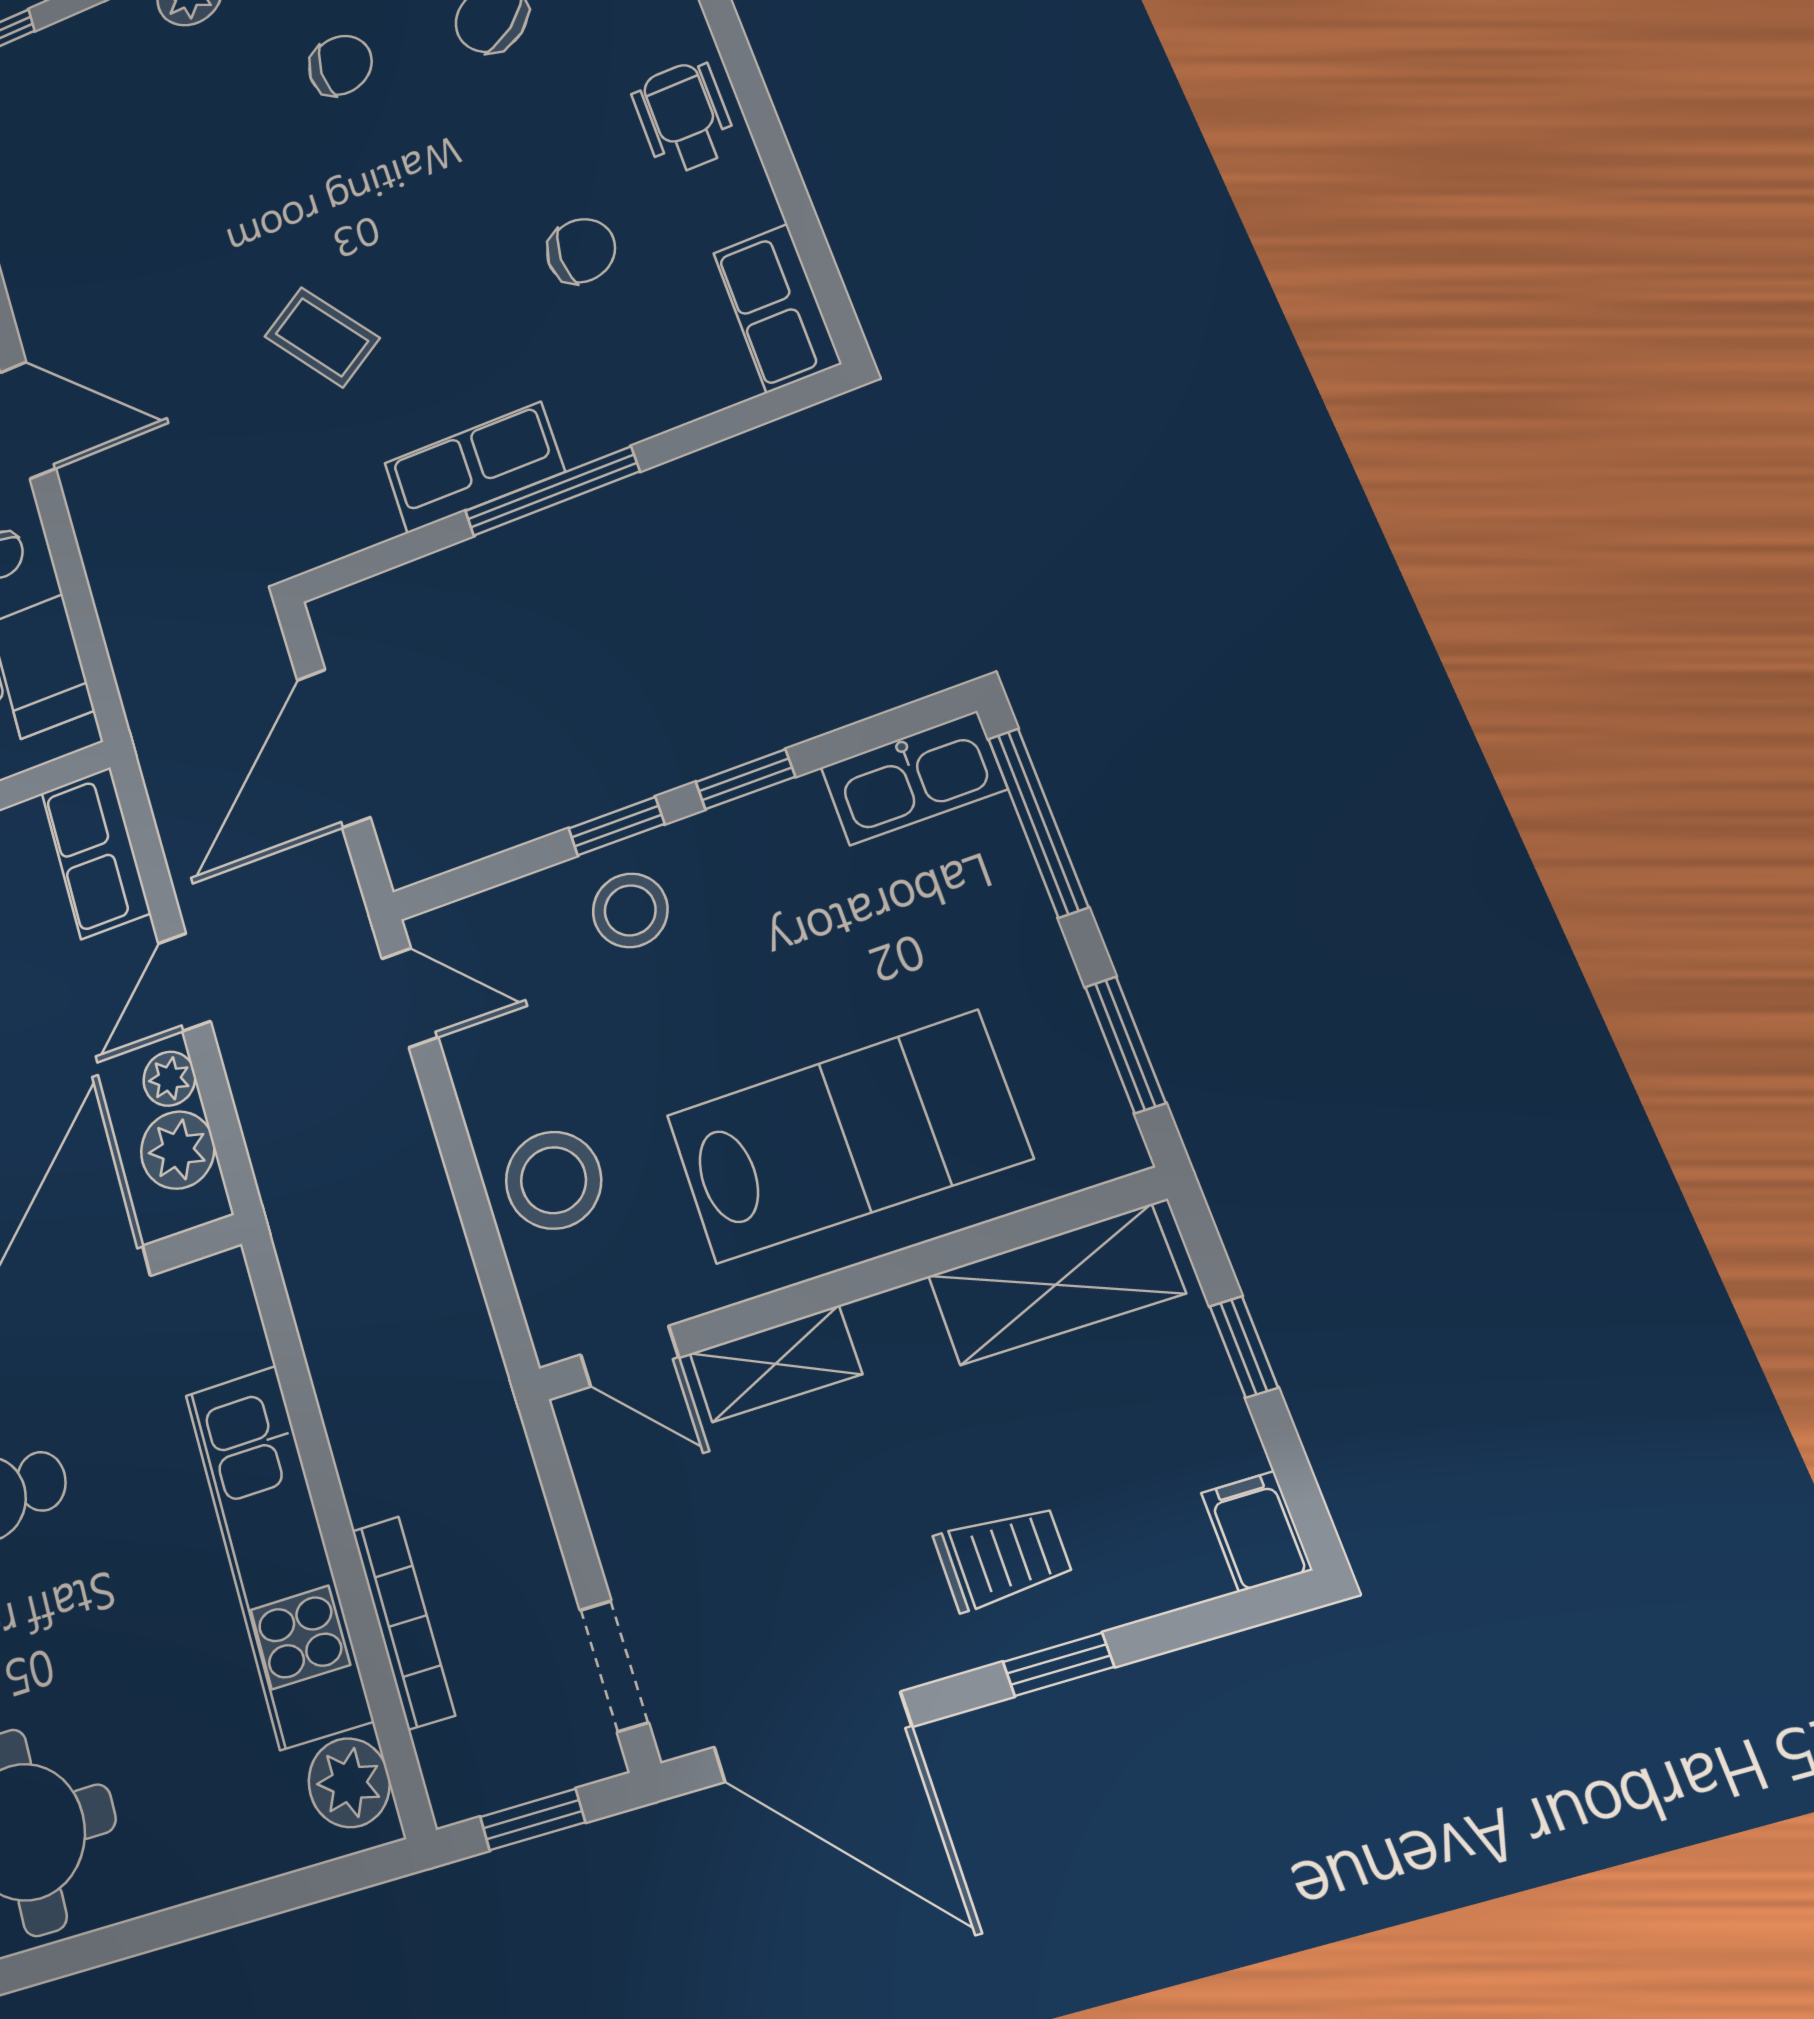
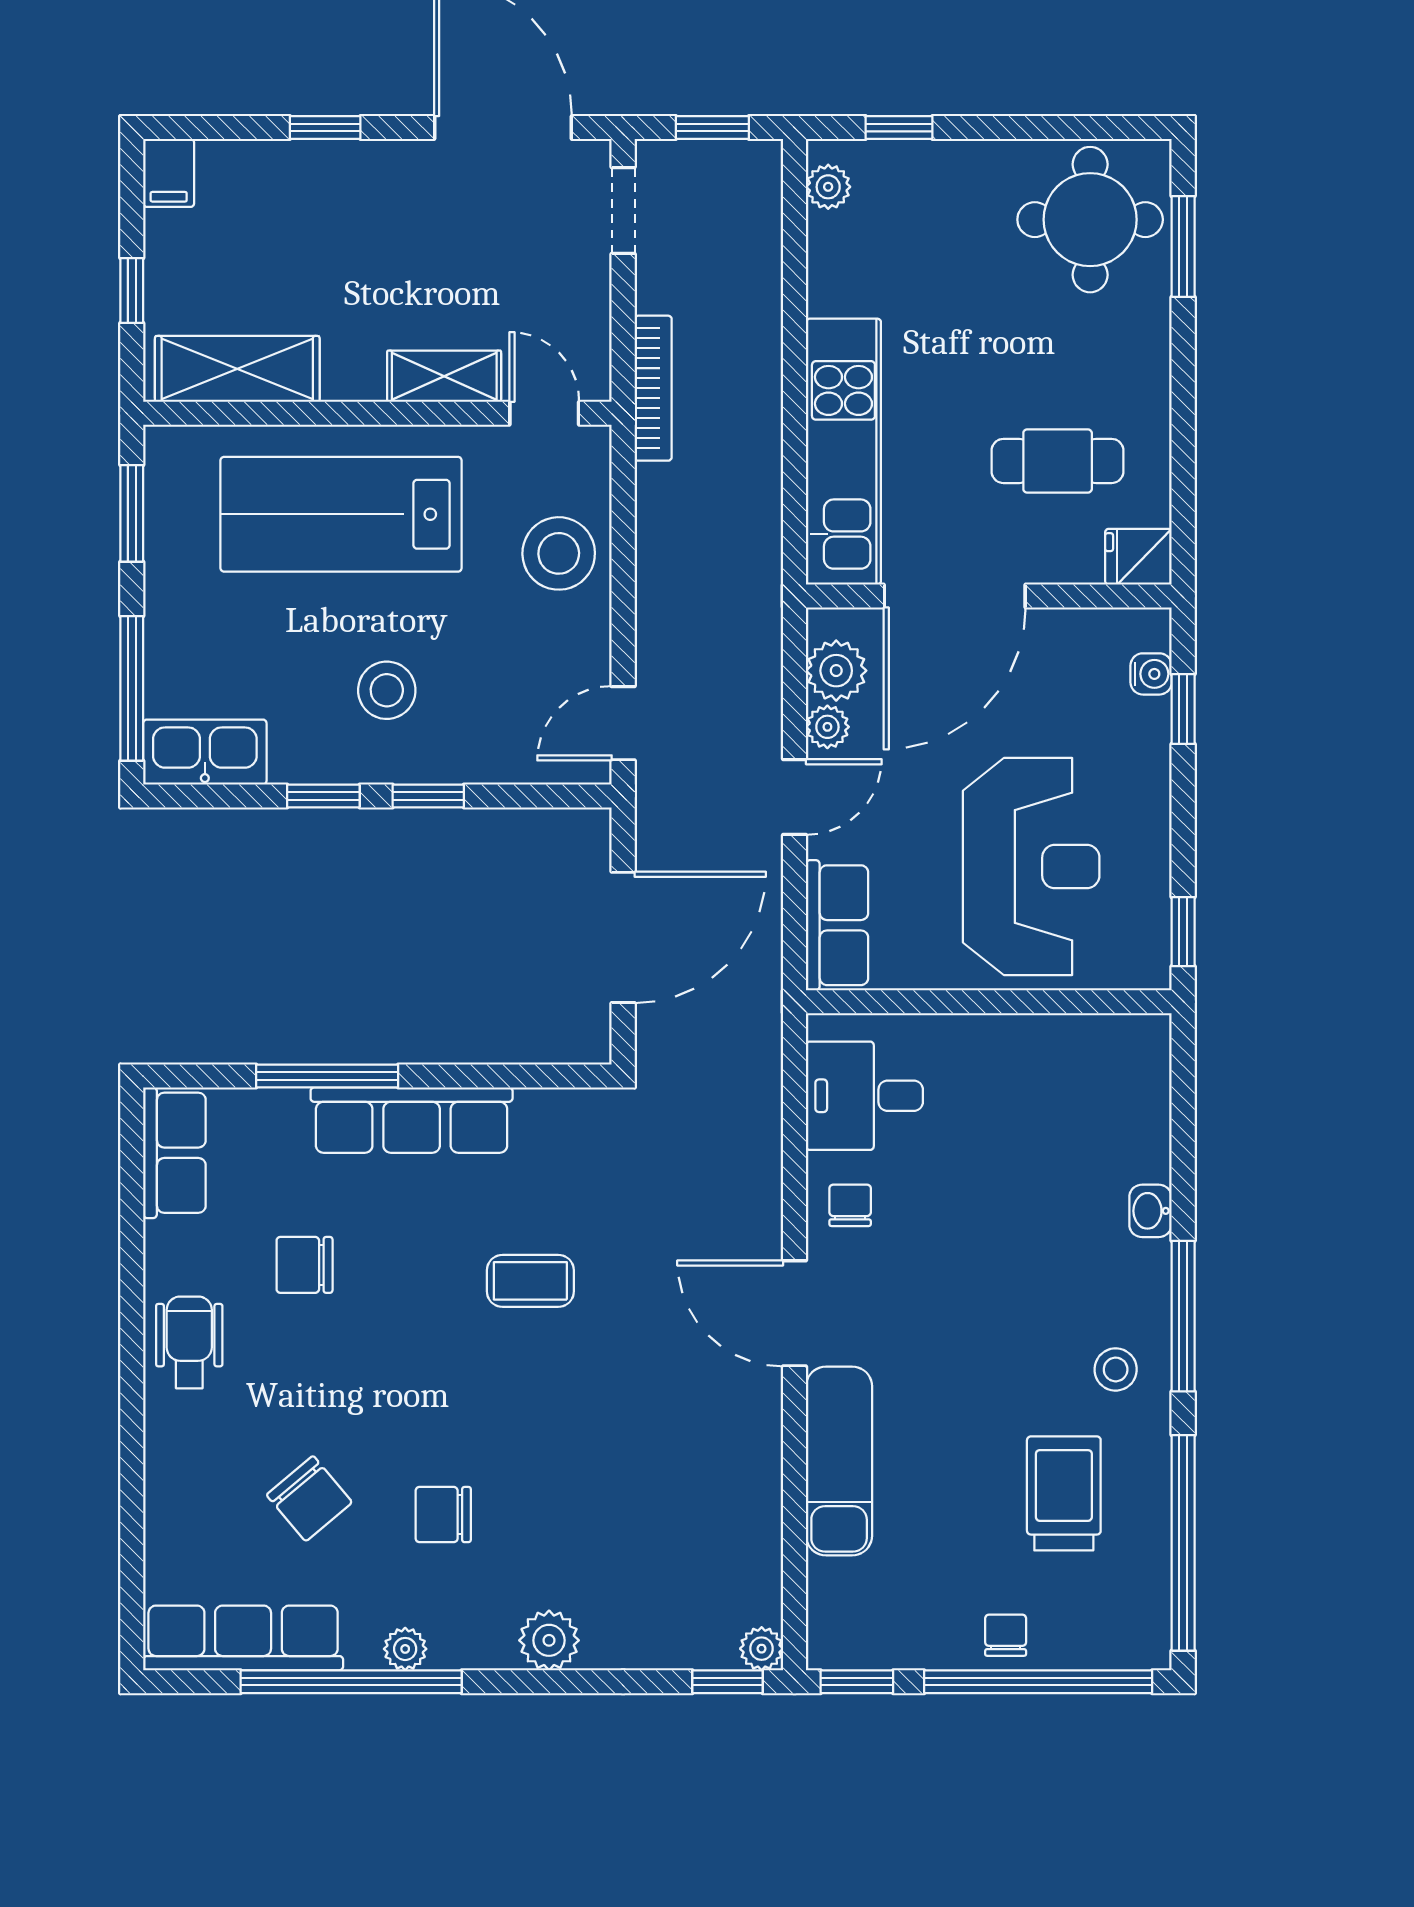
wheelchair: (684, 117) -> (189, 1342), turned 180
coffee table: (322, 337) -> (530, 1281), turned -55
row of seats: (474, 467) -> (412, 1120), width x1.48
window: (552, 491) -> (327, 1076), moved
stool: (630, 910) -> (387, 690), moved
door: (410, 998) -> (623, 723), hinge flipped
kitchen unit: (278, 1555) -> (843, 452), moved
trolley: (1003, 1557) -> (336, 204), removed
bookcase: (403, 1622) -> (653, 388), moved, turned 180
plant: (349, 1783) -> (828, 187), width x0.73, depth x0.73
window: (292, 1891) -> (899, 128), added

